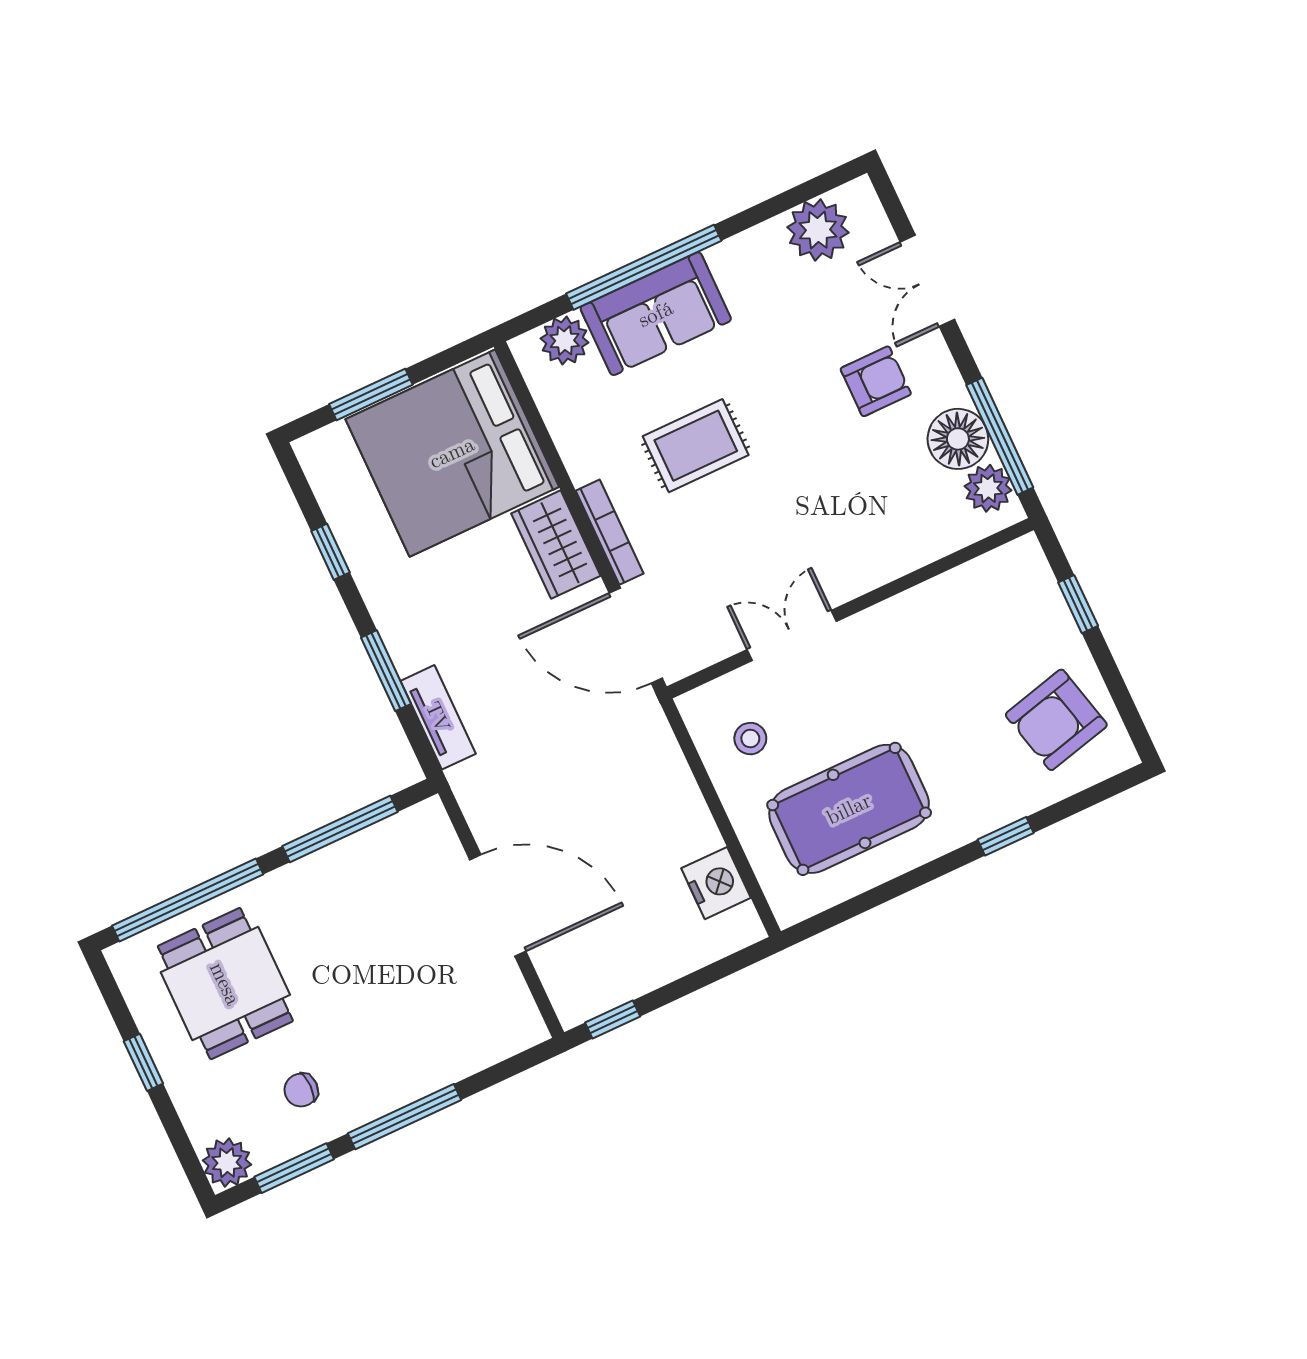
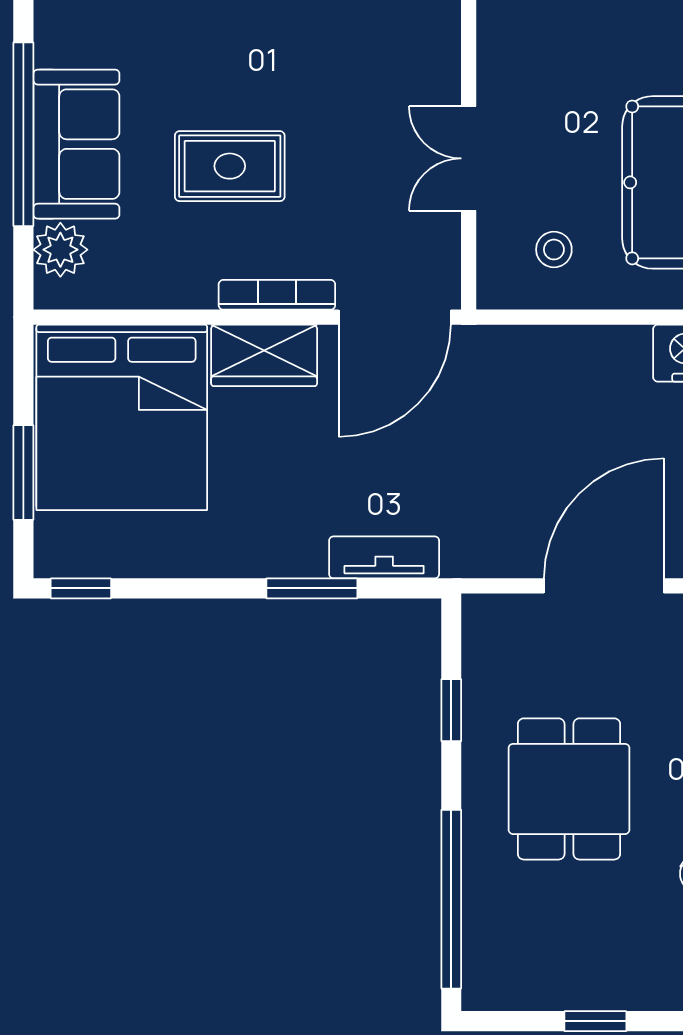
rug: (696, 446) -> (230, 166), turned 90
window: (330, 552) -> (81, 588), moved
window: (340, 829) -> (451, 710), width x0.46
dining table: (225, 984) -> (569, 789), moved, turned 90

